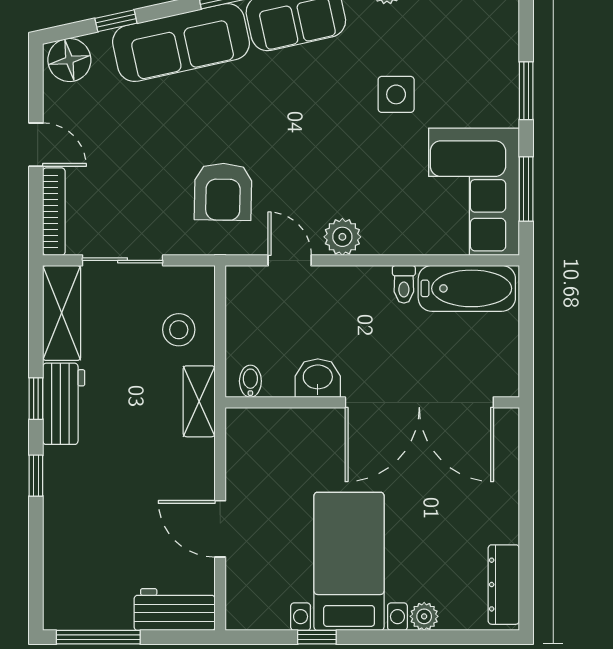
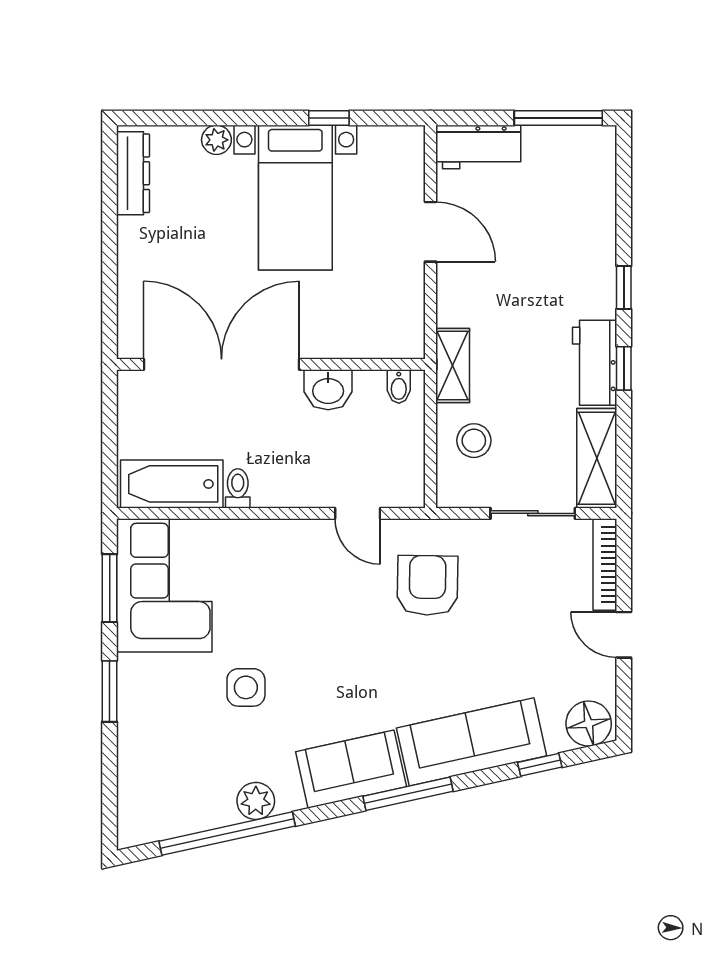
plant: (342, 237) -> (302, 538), removed

